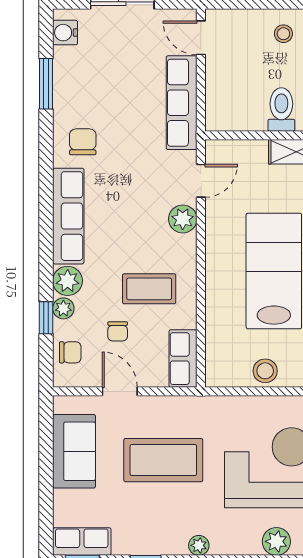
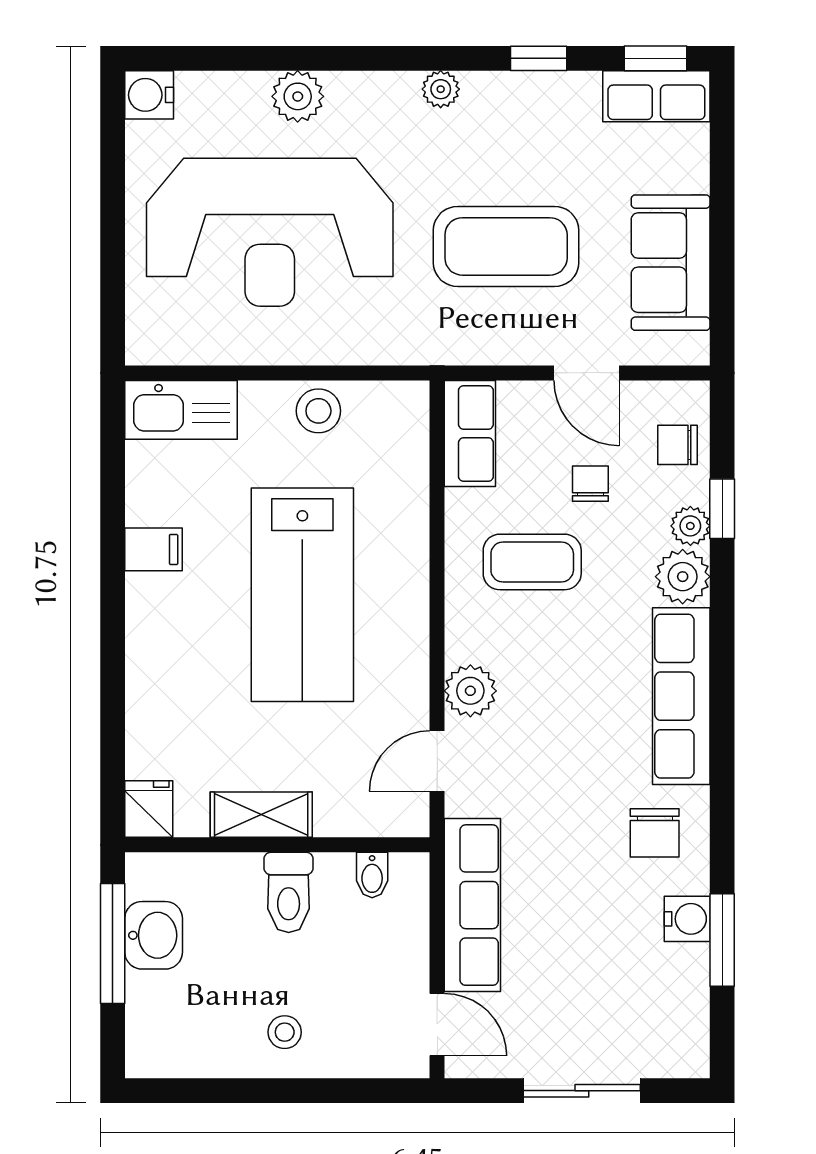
water cooler: (65, 33) -> (687, 919), moved
bidet: (236, 119) -> (372, 875), added

